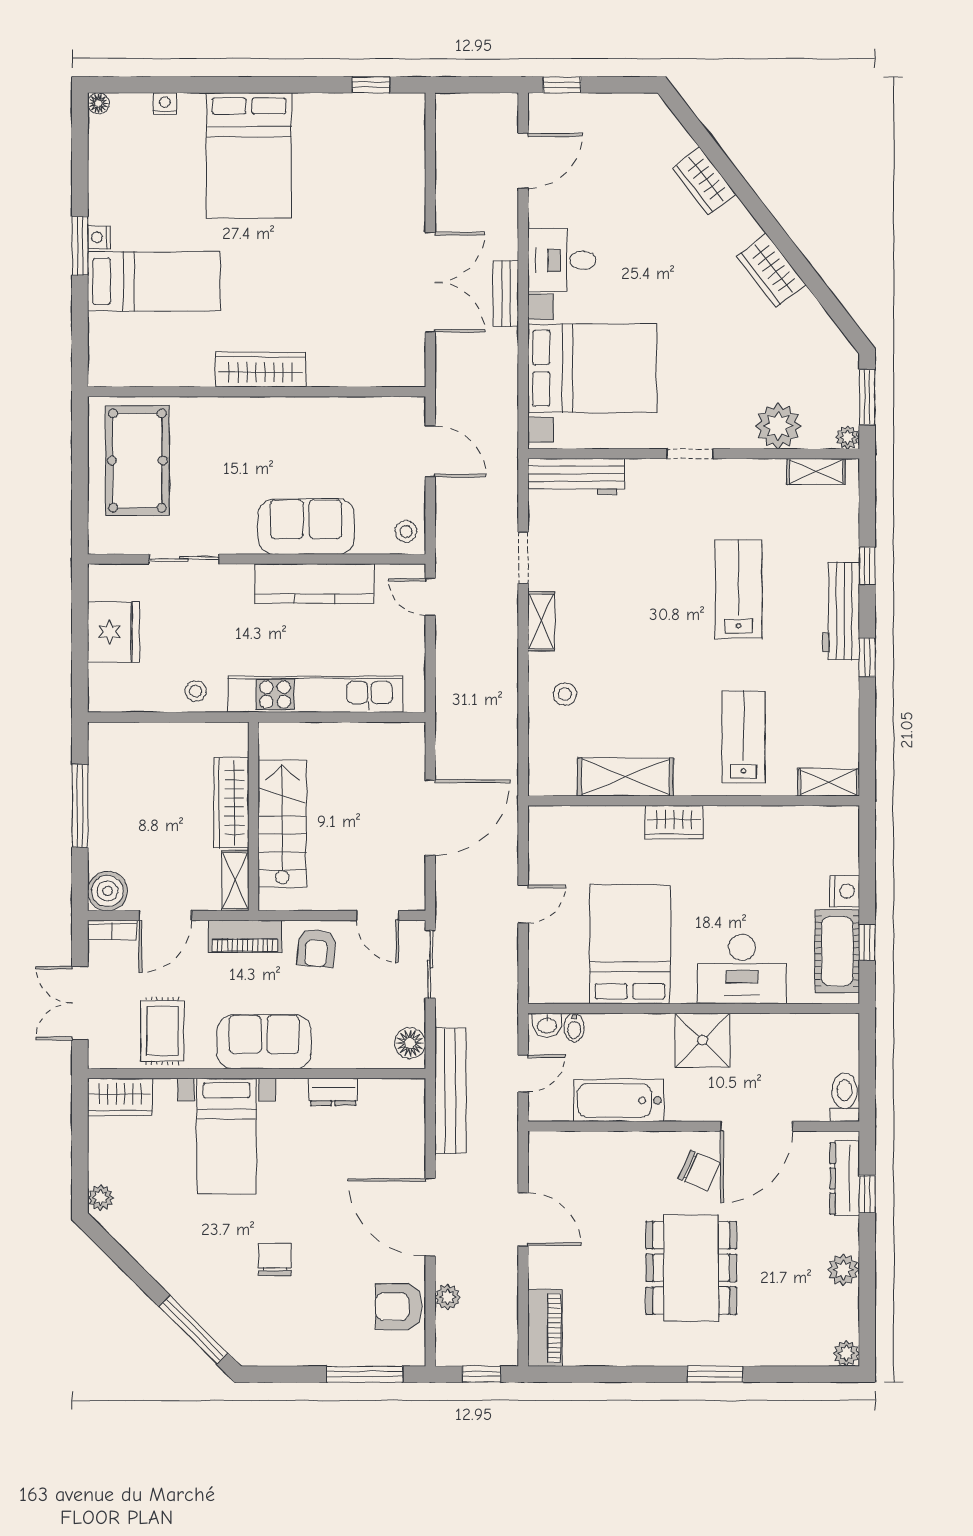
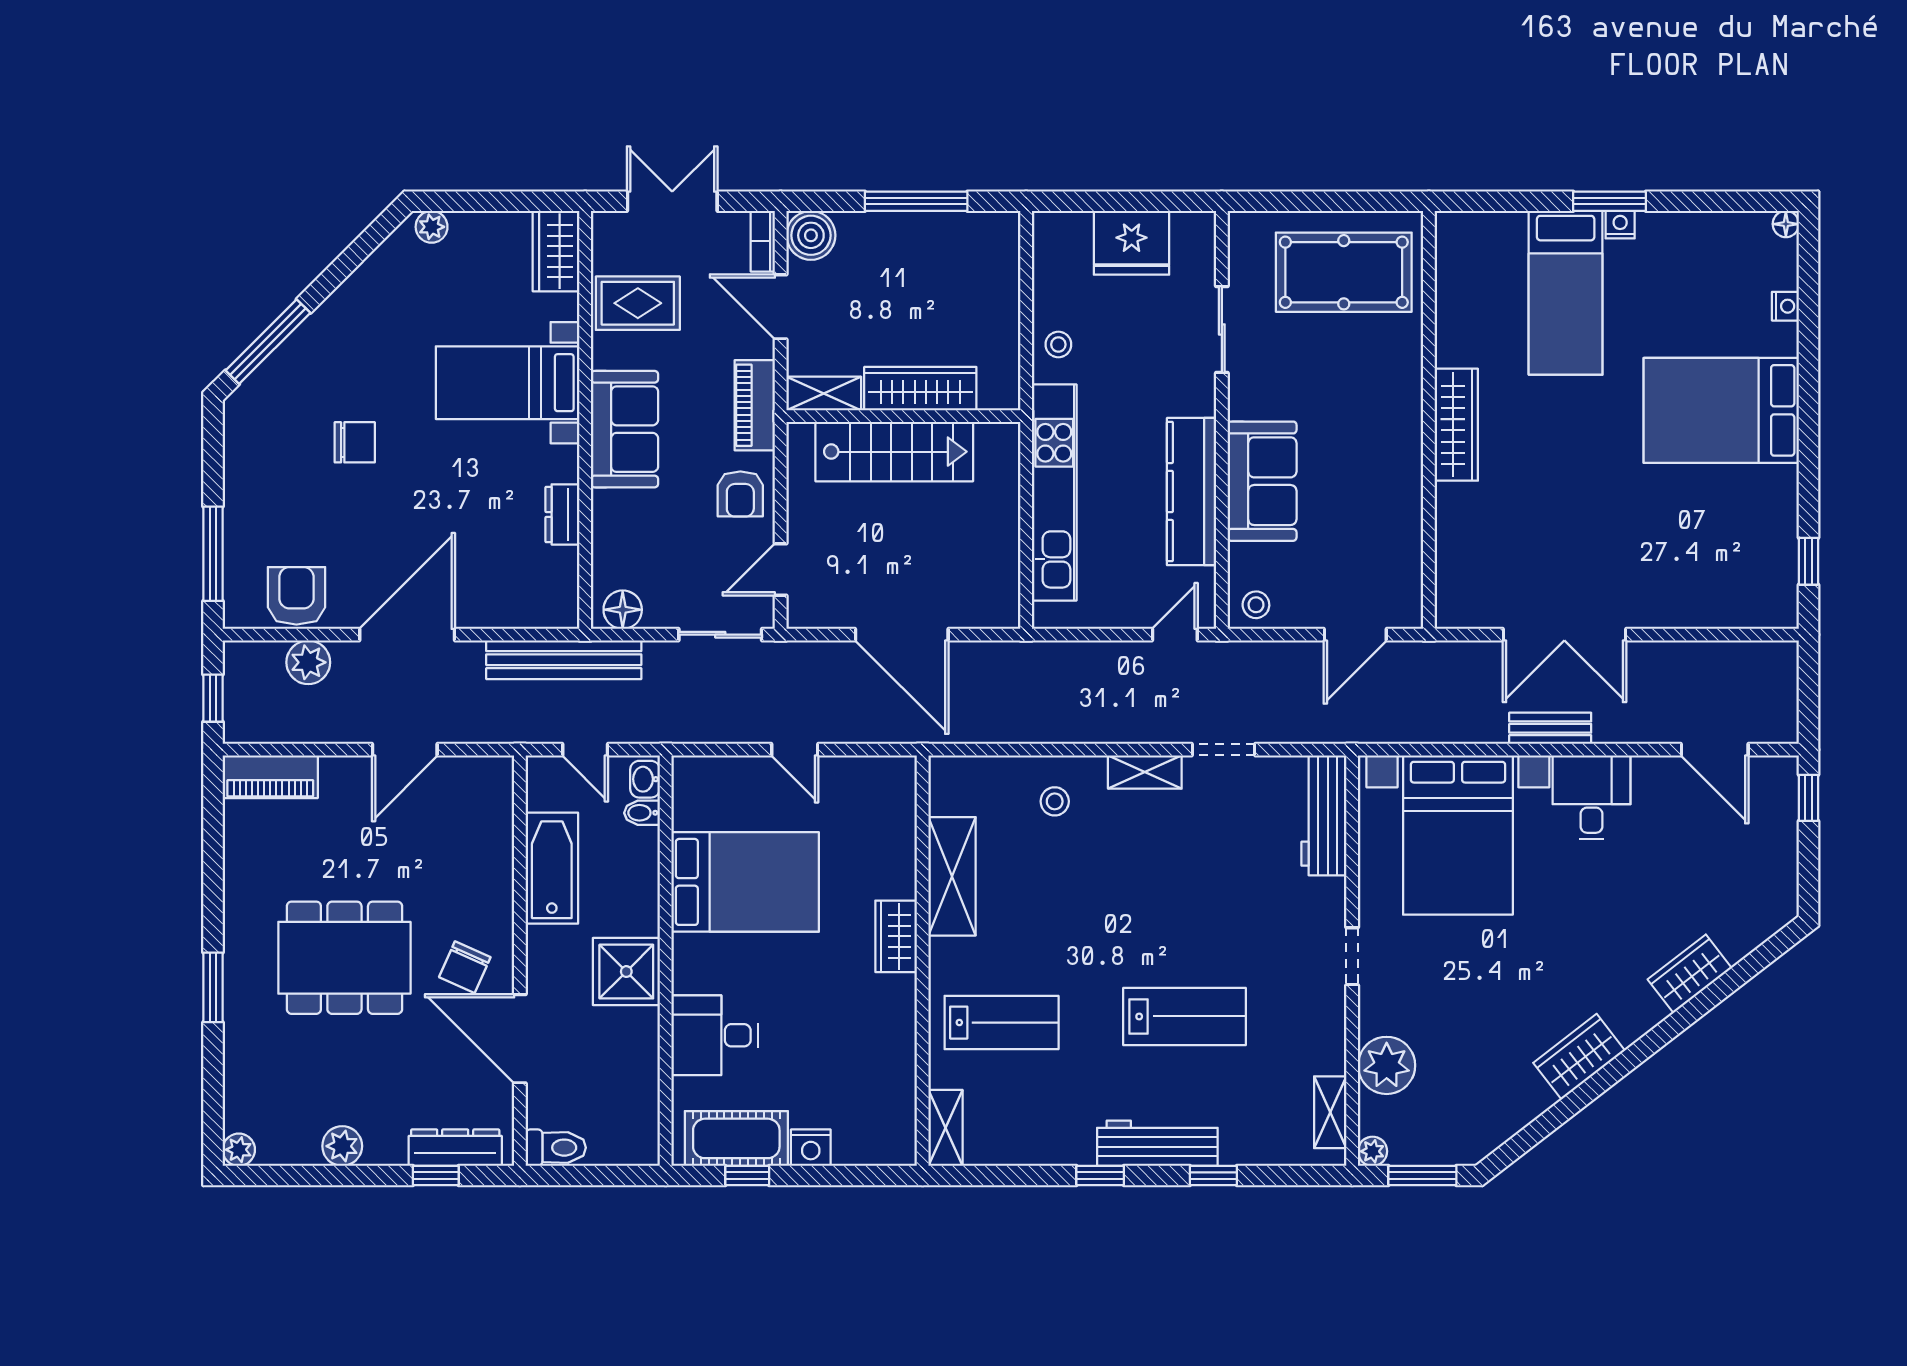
armchair: (316, 948) -> (740, 494), turned -95
desk: (742, 969) -> (714, 1035), width x0.73
plant: (448, 1297) -> (308, 662), width x1.38, depth x1.38

